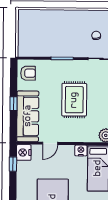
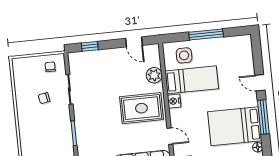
rug: (74, 100) -> (141, 108), moved

